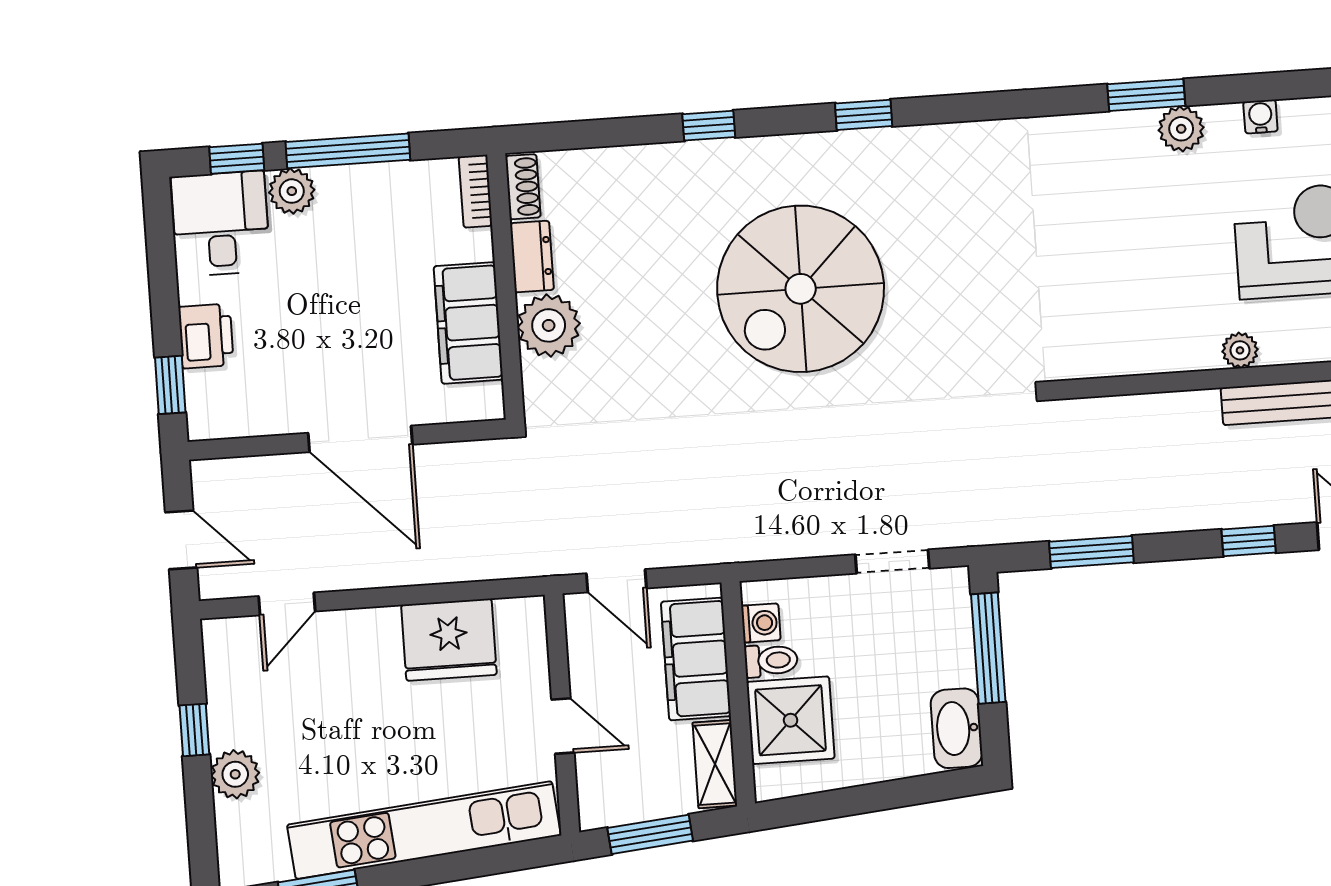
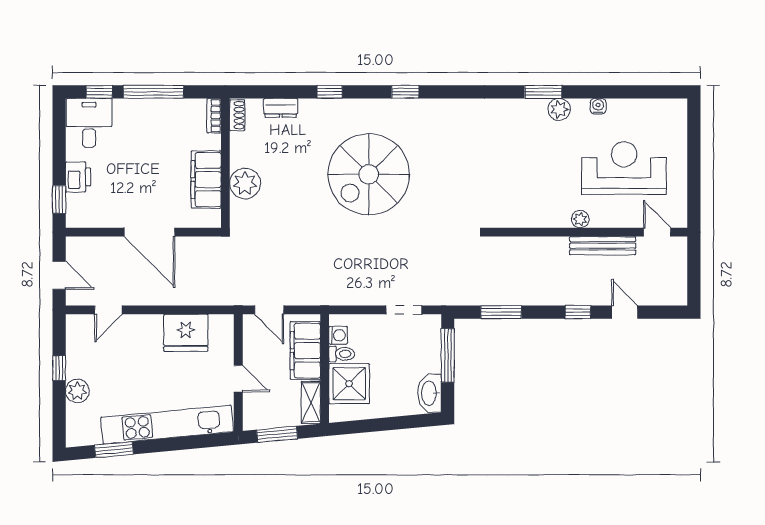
plant: (292, 191) -> (125, 109), removed
dresser: (532, 257) -> (281, 108), moved, turned 90

